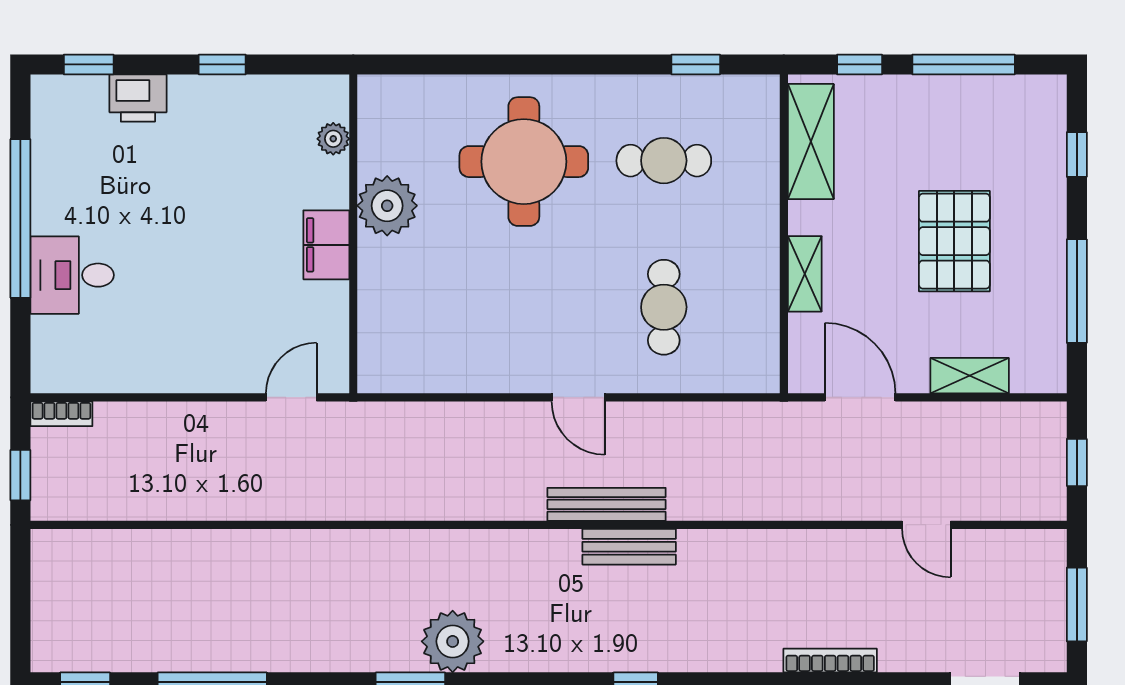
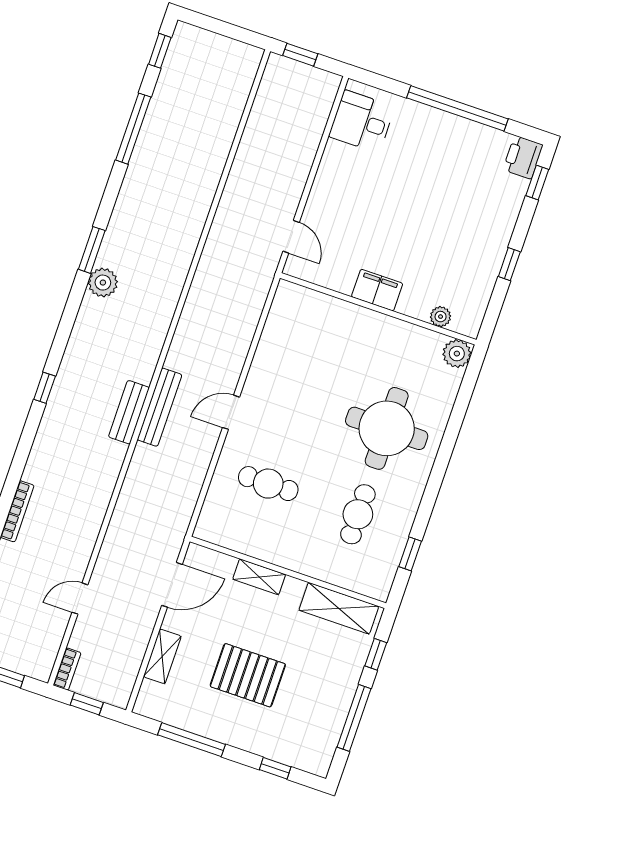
printer: (138, 98) -> (523, 157), moved
plant: (387, 206) -> (457, 354), moved, width x0.73, depth x0.73
desk: (72, 275) -> (362, 122), moved, turned -90
bookcase: (61, 414) -> (67, 669), moved, turned 180
plant: (453, 641) -> (103, 283), width x0.73, depth x0.73

